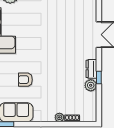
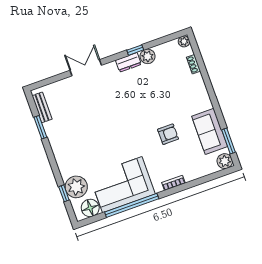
armchair: (25, 80) -> (168, 134), turned -90
plant: (59, 117) -> (184, 41), moved

